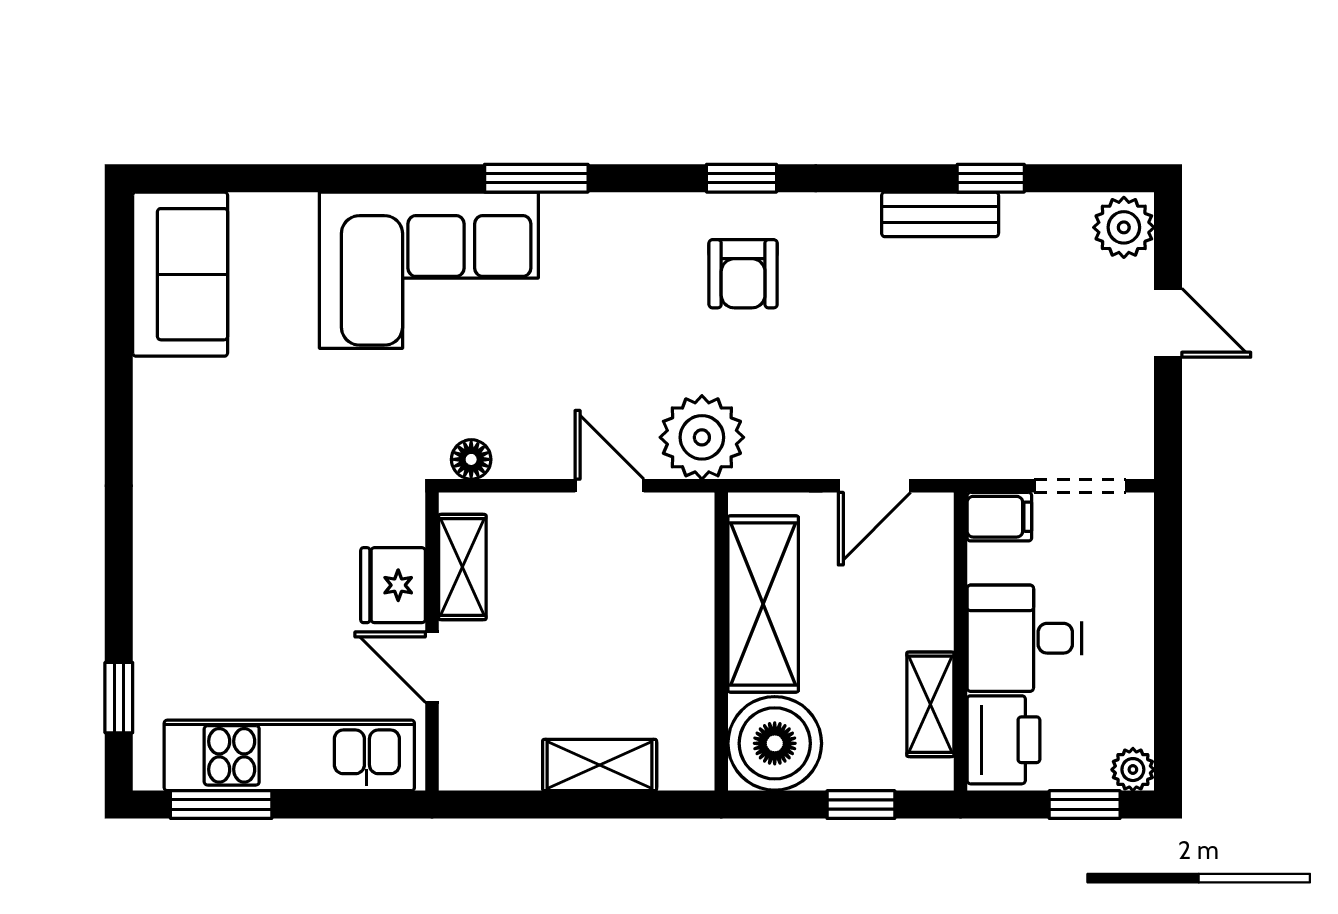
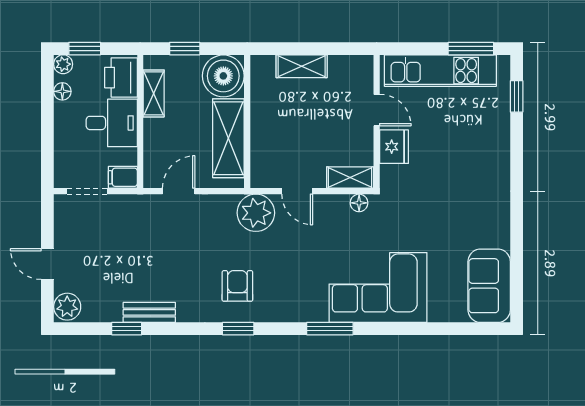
shelving: (462, 567) -> (350, 178), moved, turned 90
floor lamp: (1135, 709) -> (62, 91), added

